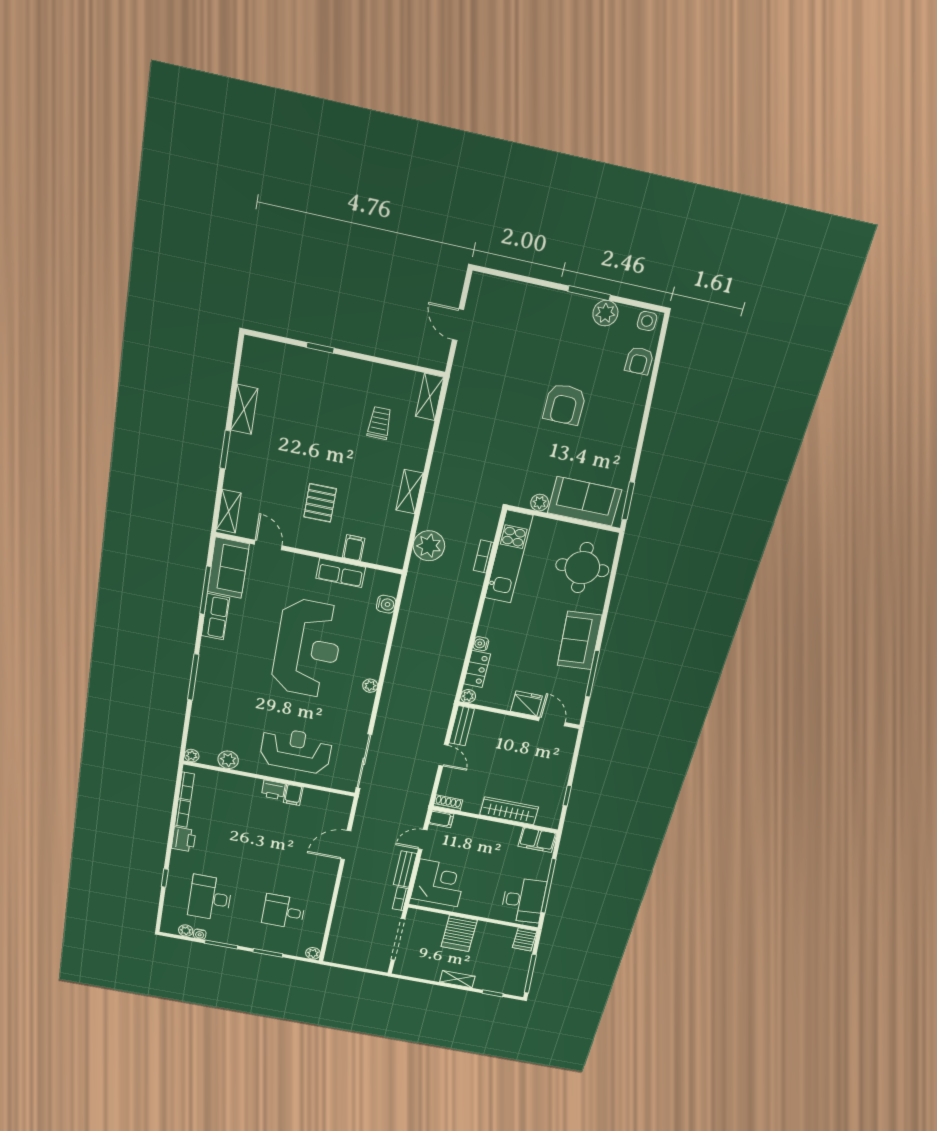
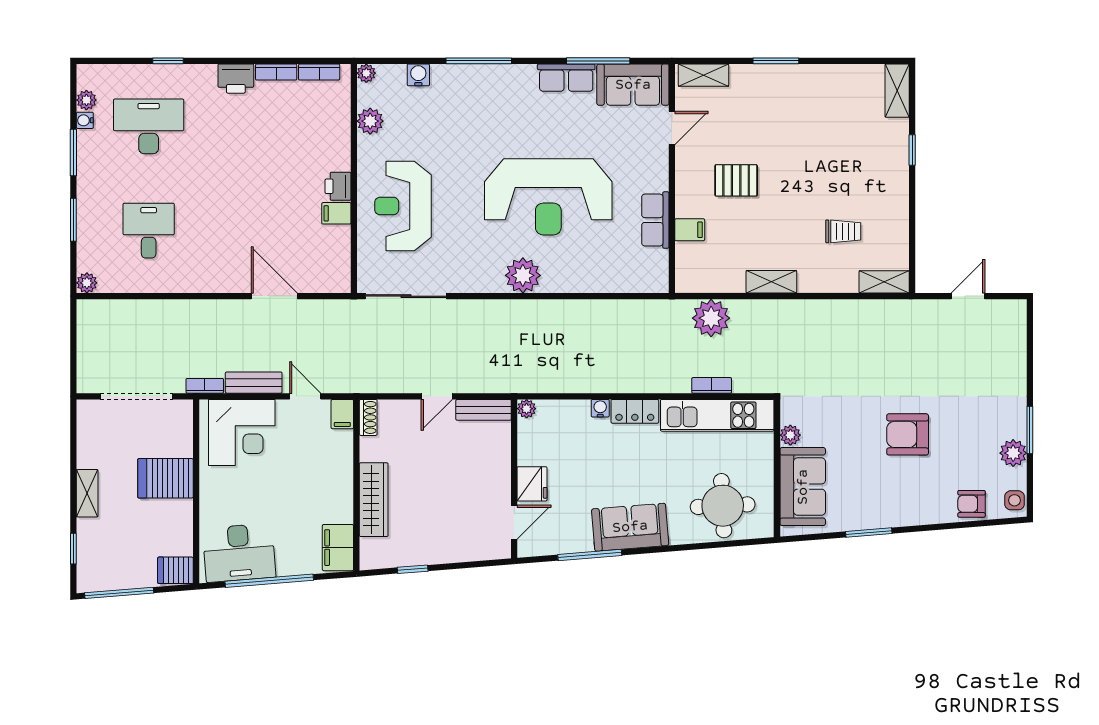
shelving: (244, 409) -> (897, 91), moved, turned 90
window: (628, 501) -> (869, 532), moved
water cooler: (386, 604) -> (418, 75), moved, turned 180
locker: (477, 669) -> (635, 411), moved
plant: (370, 686) -> (523, 275), width x1.87, depth x1.87
reception desk: (296, 750) -> (403, 206), turned 180

